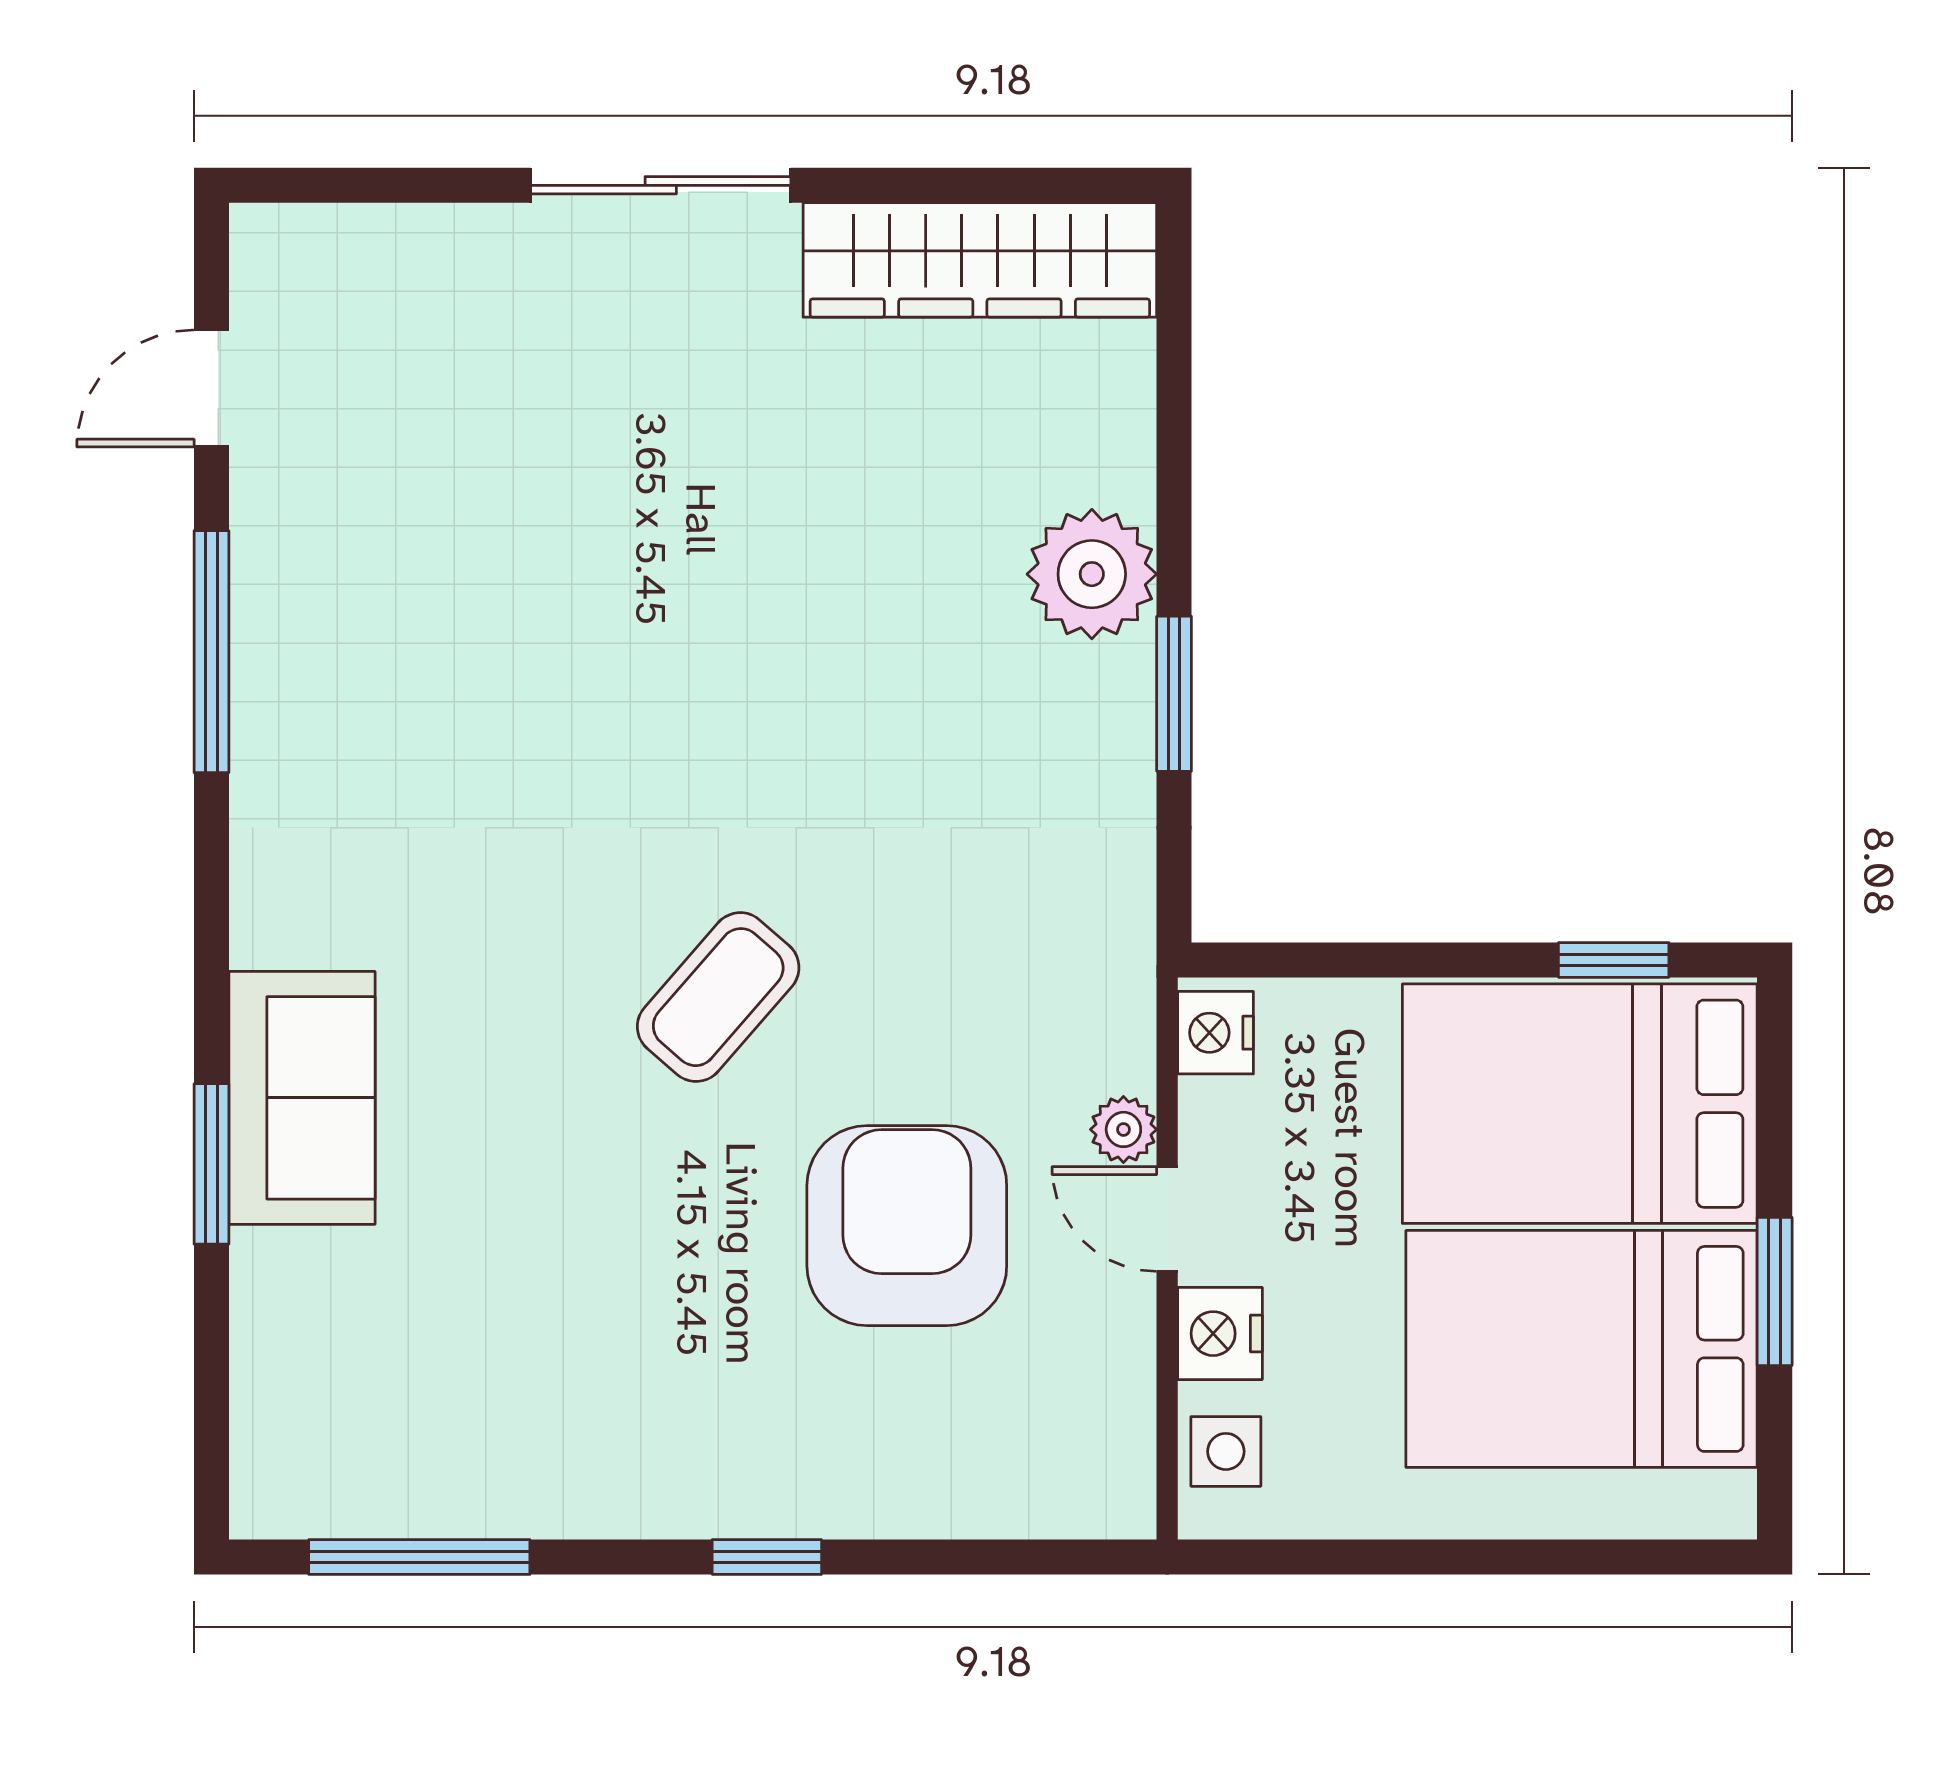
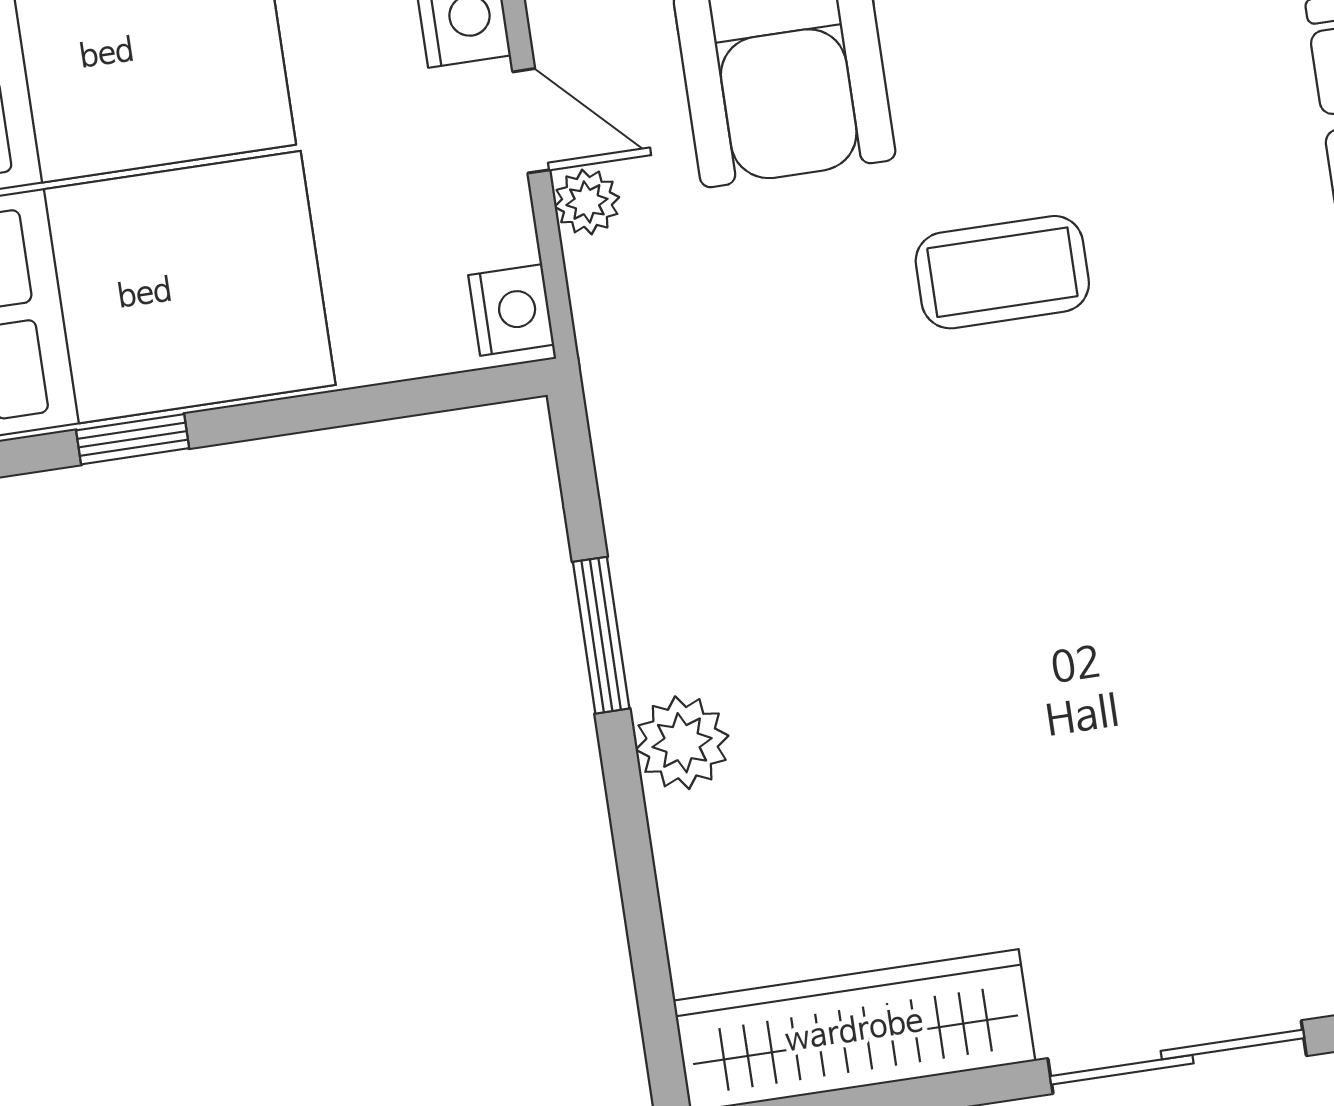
plant: (1092, 574) -> (682, 743), width x0.73, depth x0.73
coffee table: (718, 997) -> (1002, 272), turned 49

